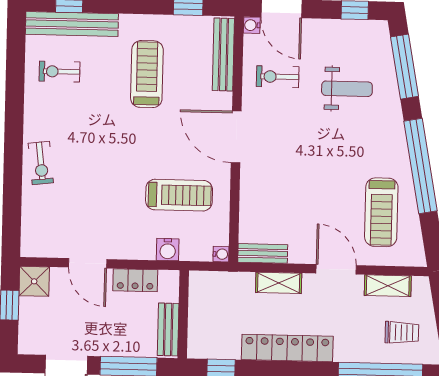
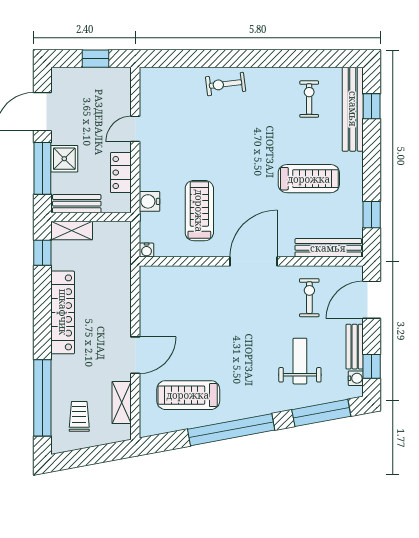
water cooler: (252, 25) -> (356, 378), moved, turned 90
weight bench: (347, 89) -> (300, 361), turned 180
treadmill: (179, 195) -> (199, 211), turned 180
bench: (263, 253) -> (355, 347), moved
door: (88, 263) -> (135, 129), width x0.73
shower: (34, 281) -> (64, 159), moved
shelving: (279, 283) -> (72, 231), moved, turned 90
trolley: (402, 332) -> (79, 416), turned 180

